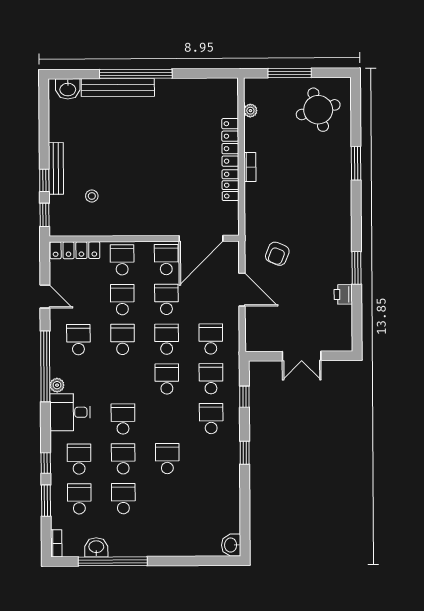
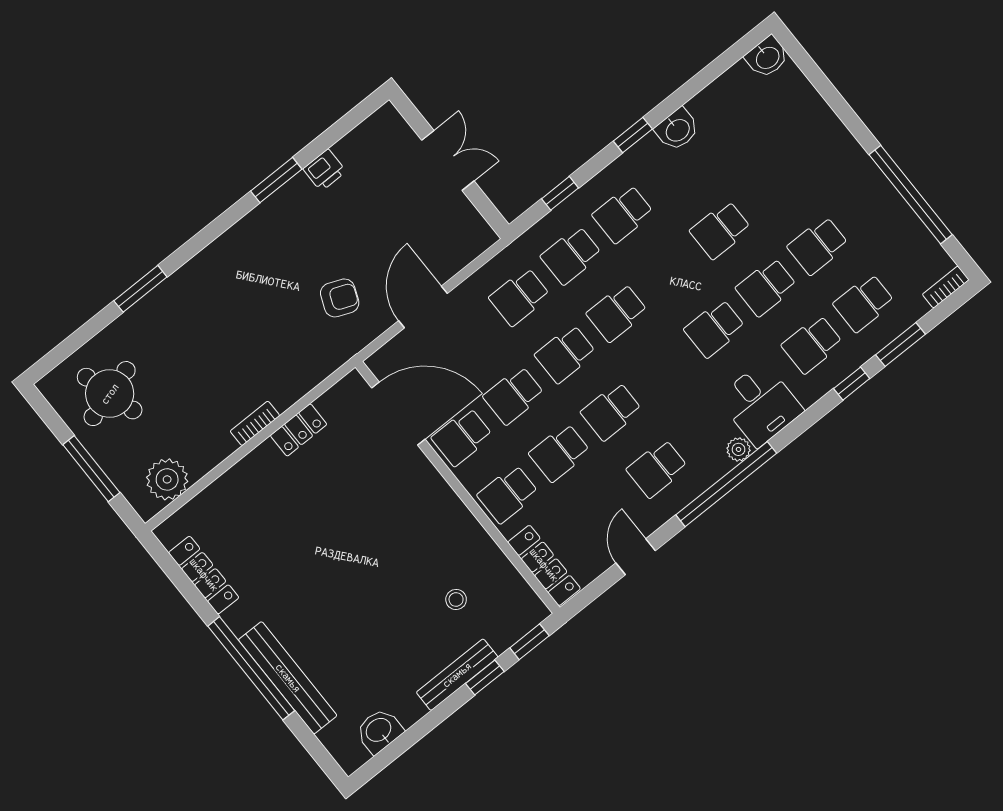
washbasin: (68, 89) -> (379, 731), moved, turned -90
plant: (250, 111) -> (167, 479), width x1.87, depth x1.87
locker: (230, 142) -> (204, 575), moved, turned -90
washbasin: (96, 547) -> (677, 130), moved, turned -90

